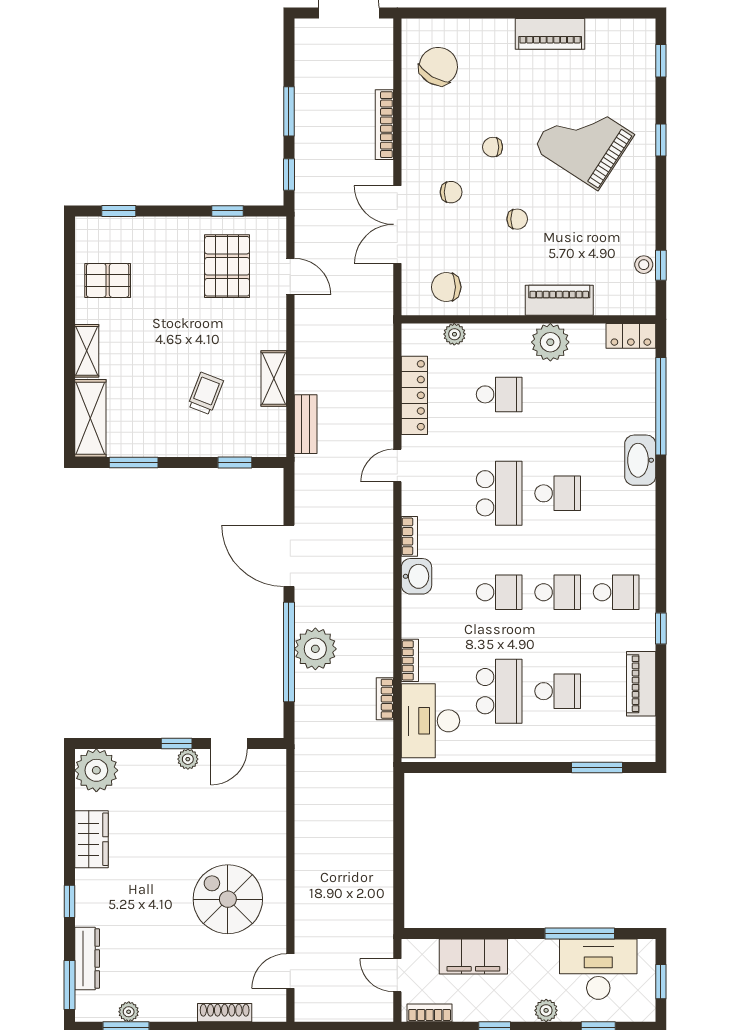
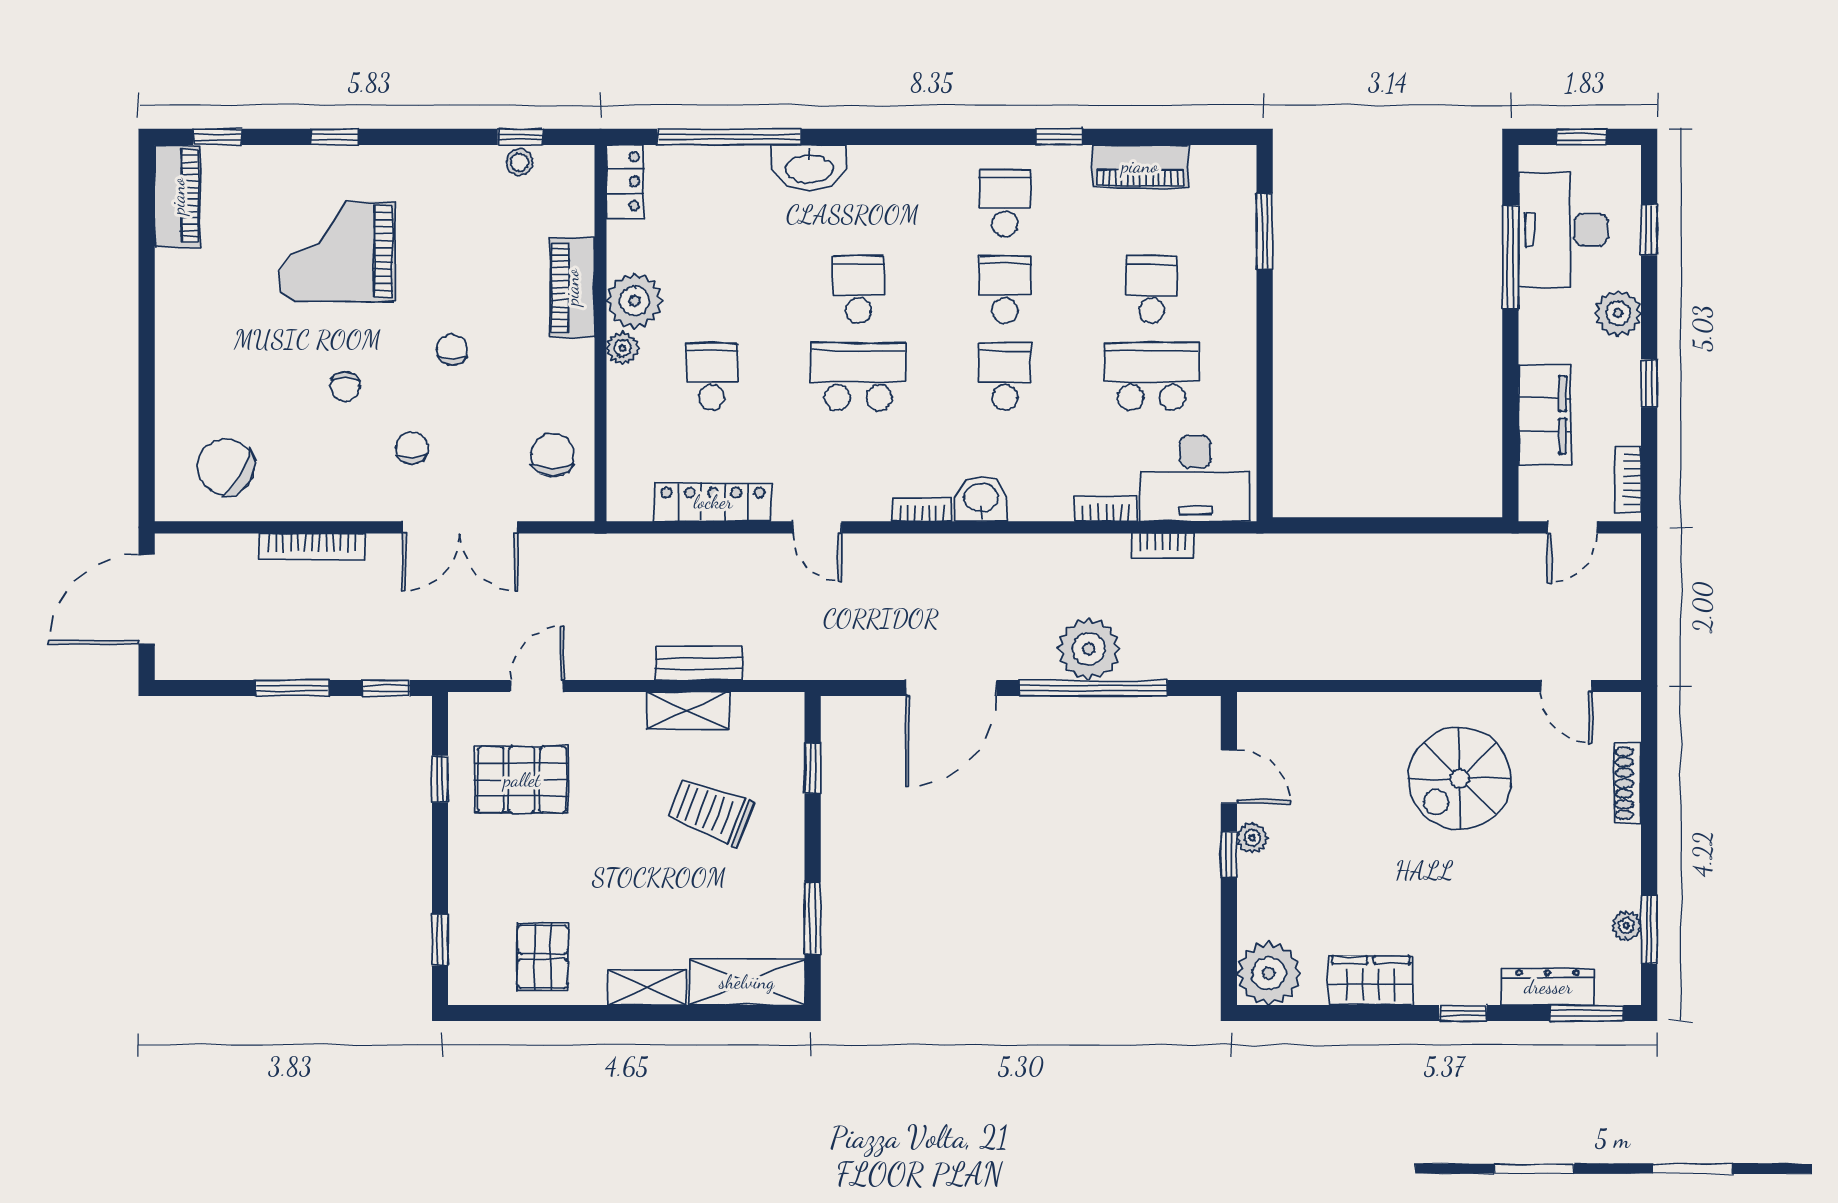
piano: (550, 34) -> (178, 196), moved
grand piano: (584, 142) -> (337, 251), turned 57
chair: (446, 287) -> (553, 455), turned 180
plant: (454, 334) -> (623, 348), moved
trolley: (206, 393) -> (710, 812), width x1.36, depth x1.39
bench: (306, 424) -> (699, 663), moved
plant: (546, 1010) -> (1618, 313), width x1.38, depth x1.38

